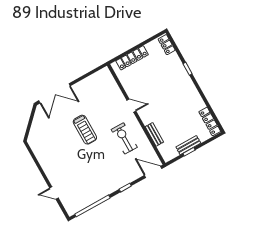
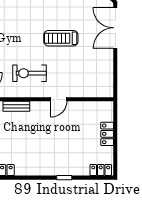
locker: (132, 58) -> (107, 134), width x0.66
exercise bike: (124, 138) -> (30, 73), turned 180

